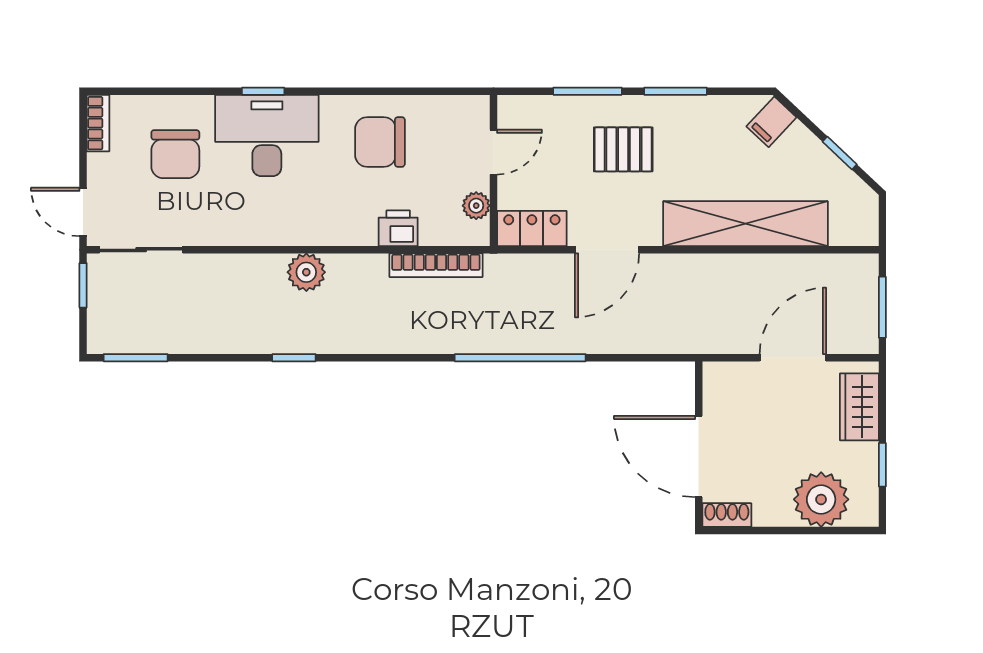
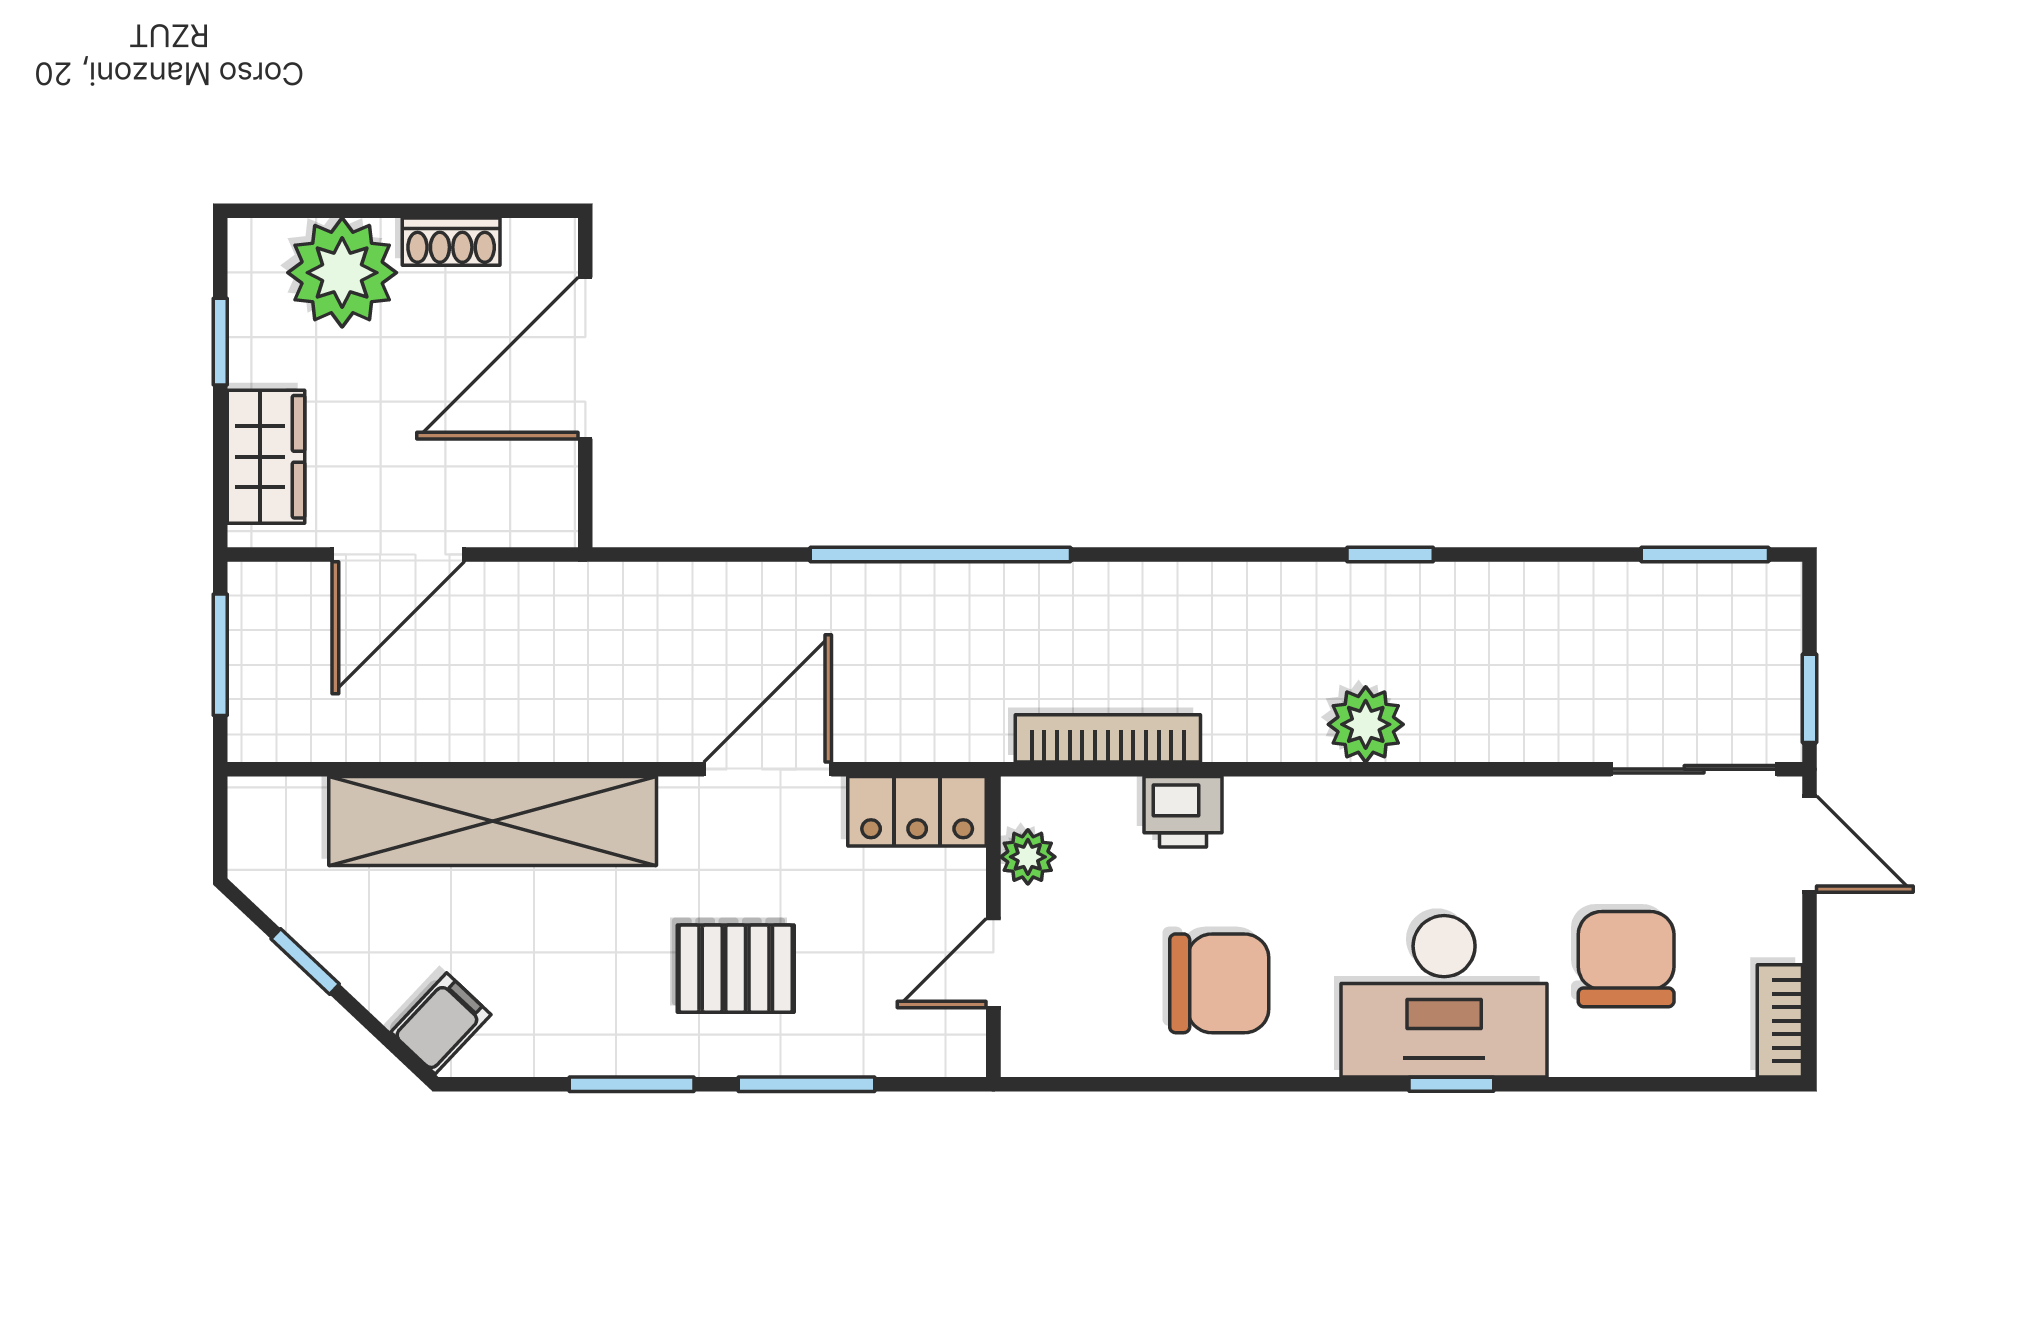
door: (699, 456) -> (585, 358), swing flipped
shoe rack: (727, 515) -> (451, 242), moved

